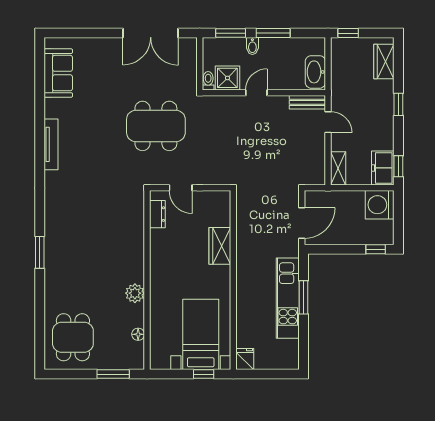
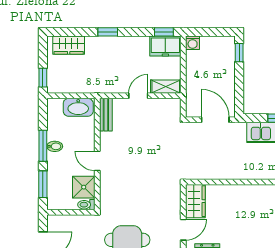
bidet: (252, 46) -> (55, 146), moved
door: (328, 122) -> (138, 96), moved
washing machine: (380, 205) -> (193, 43), width x0.53, depth x0.53
wardrobe: (220, 246) -> (195, 201), moved, turned -90

